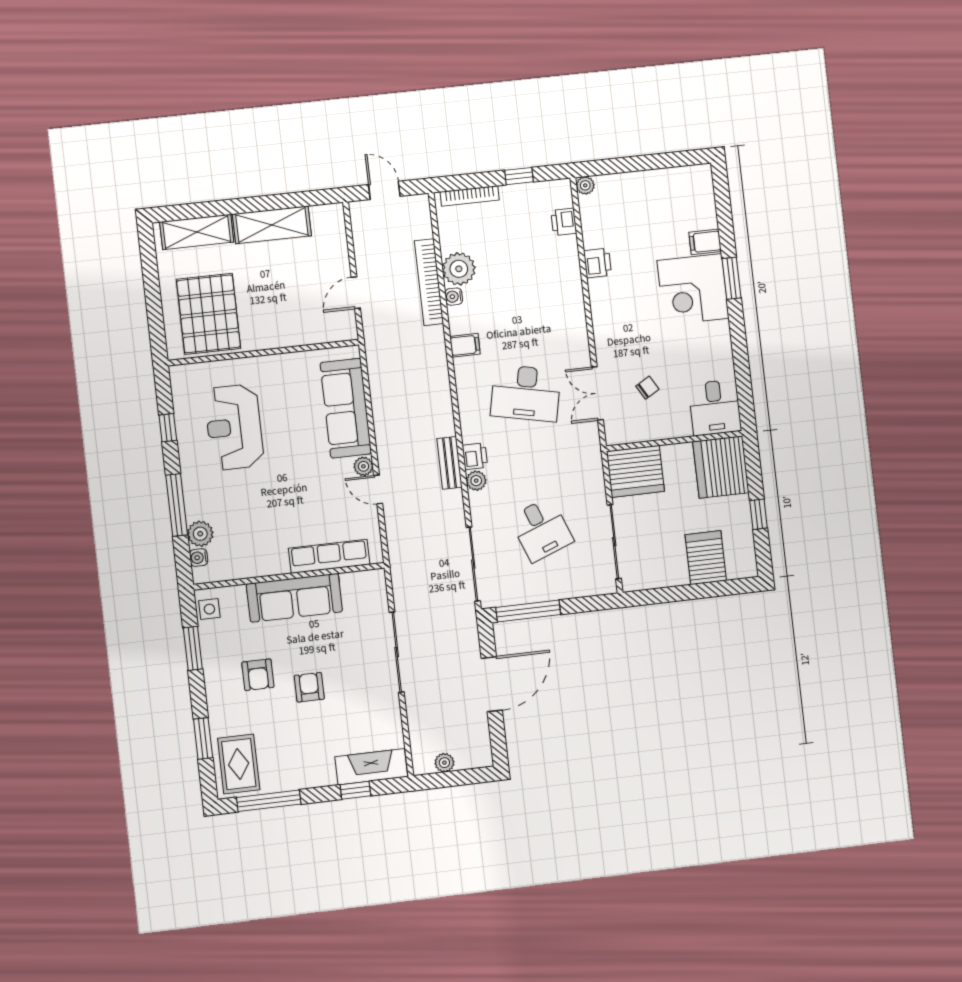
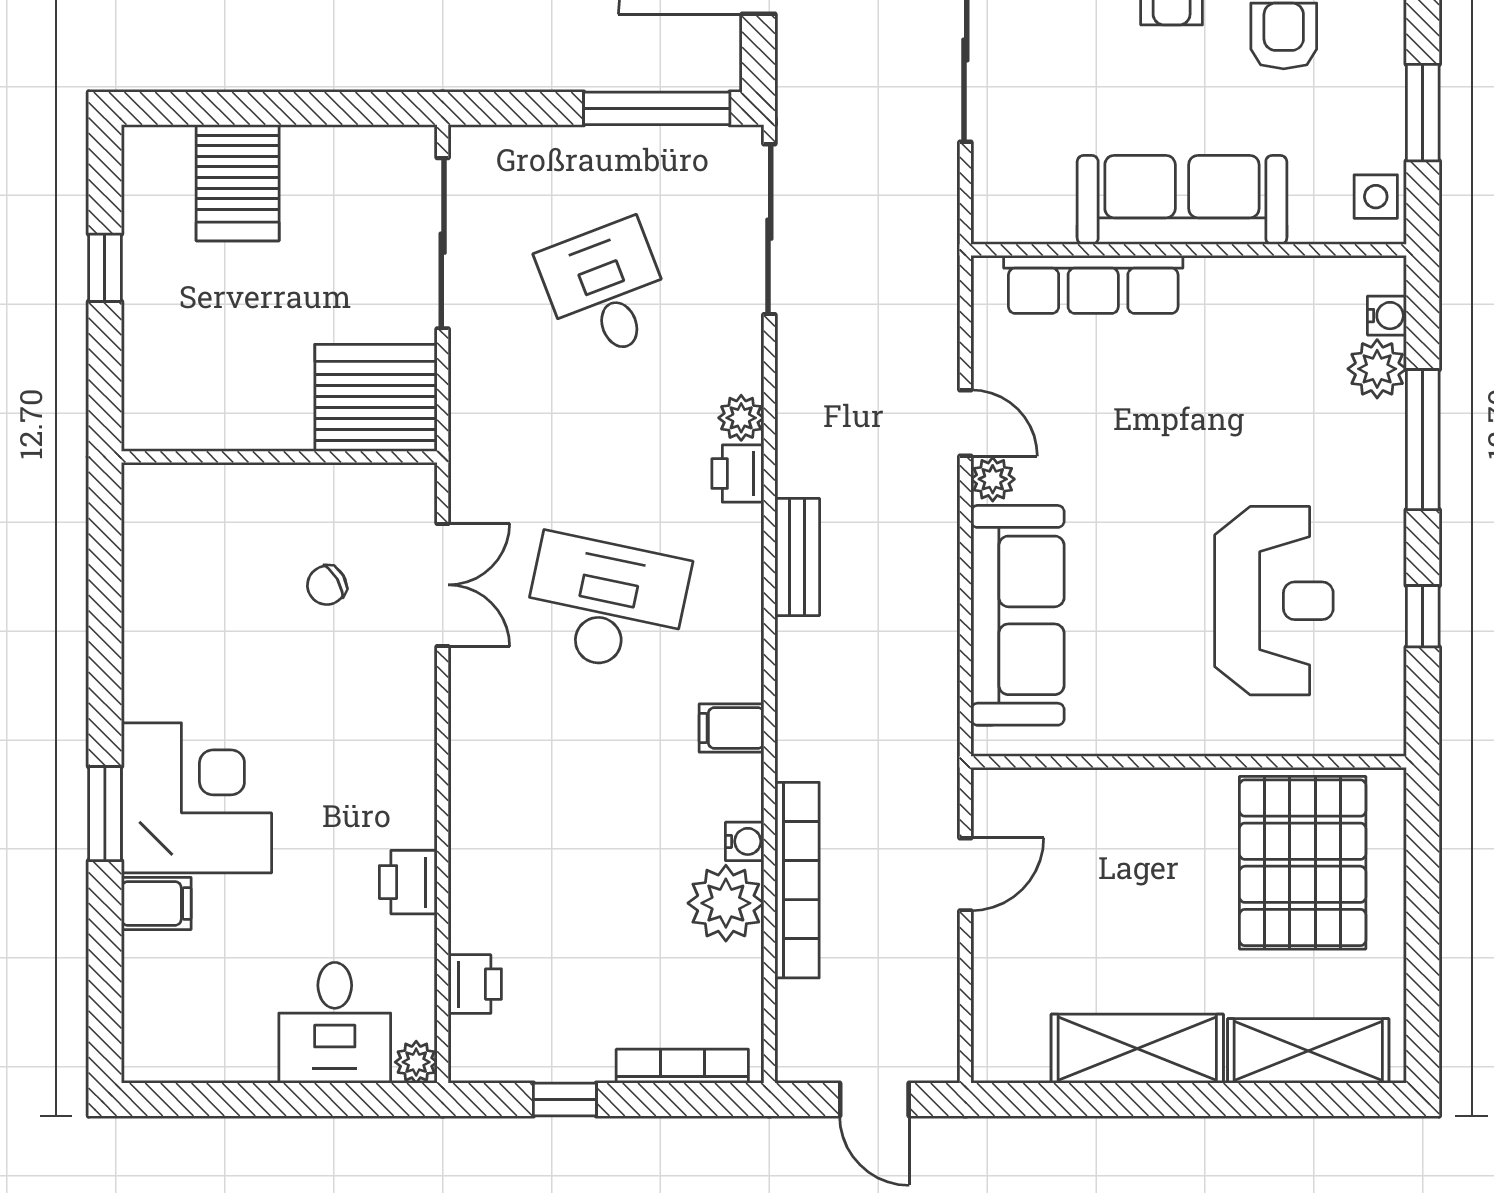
desk: (715, 408) -> (335, 1023), moved, turned 180
bench: (449, 463) -> (797, 557), moved
server rack: (721, 467) -> (179, 385), removed

